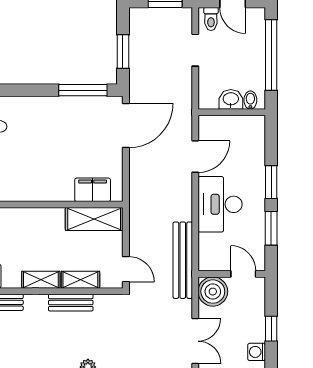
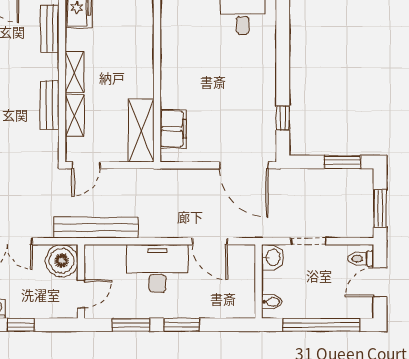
doorway: (195, 50) -> (308, 241), moved
window: (123, 51) -> (342, 162), moved
window: (83, 90) -> (283, 118), width x0.46
washbasin: (231, 99) -> (273, 257), moved

